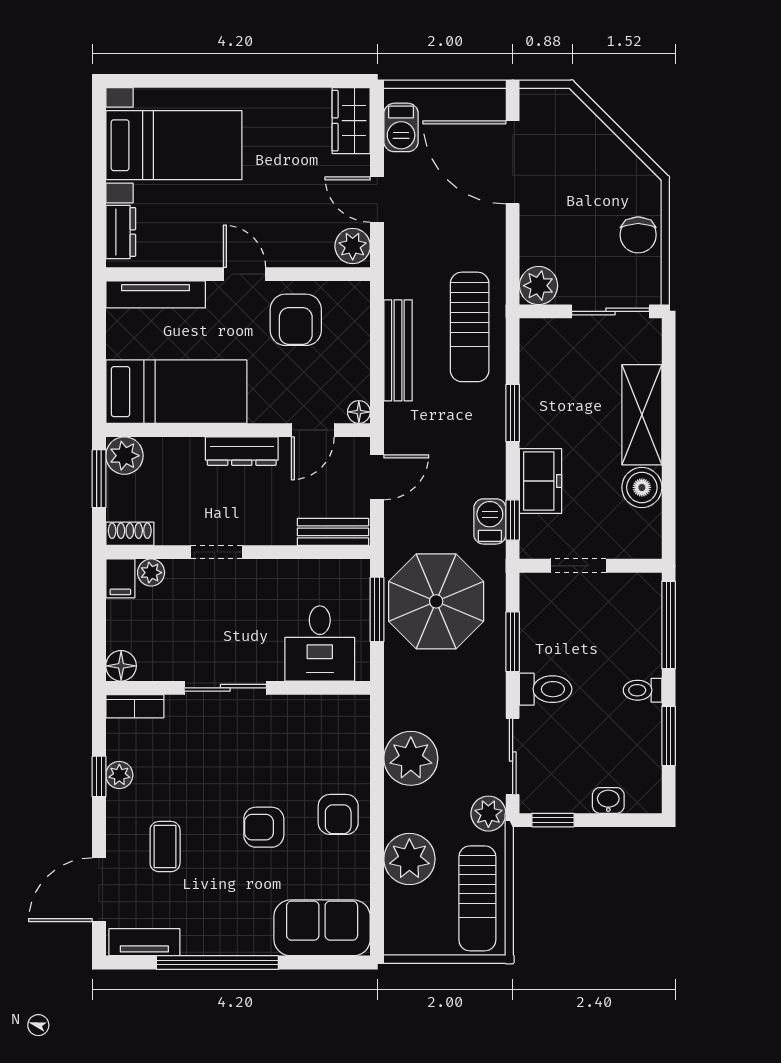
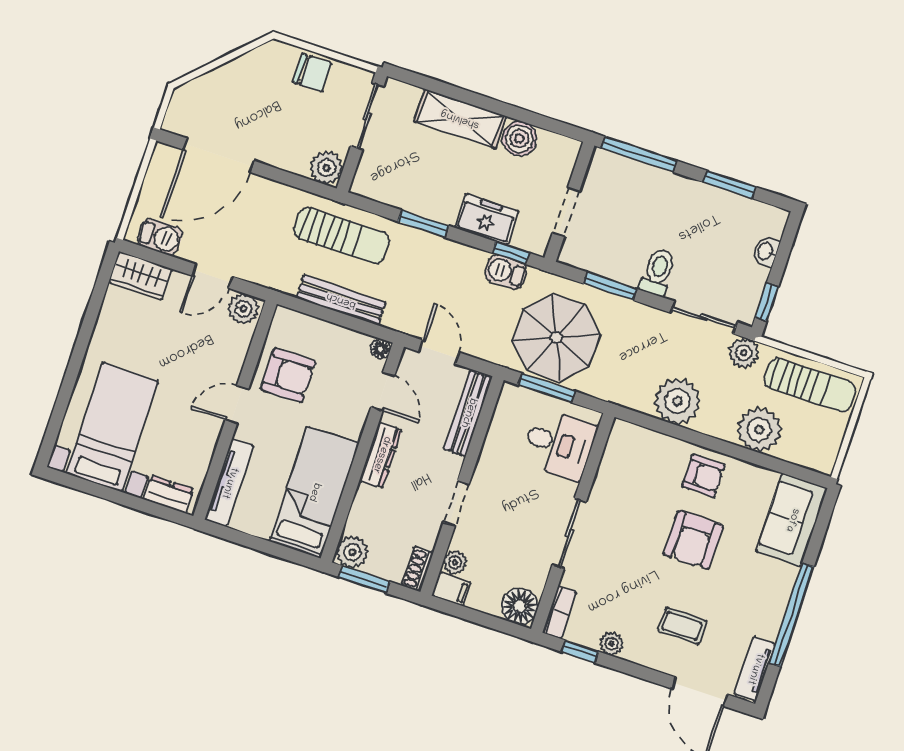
bench: (333, 532) -> (468, 413), width x1.36
floor lamp: (121, 666) -> (520, 606), width x1.38, depth x1.38
toilet: (643, 690) -> (685, 193), removed
window: (99, 776) -> (580, 652), moved
armchair: (264, 827) -> (693, 540), width x1.38, depth x1.38

